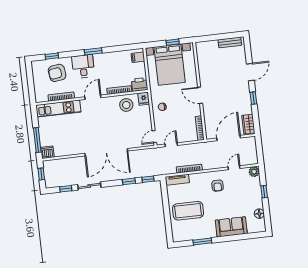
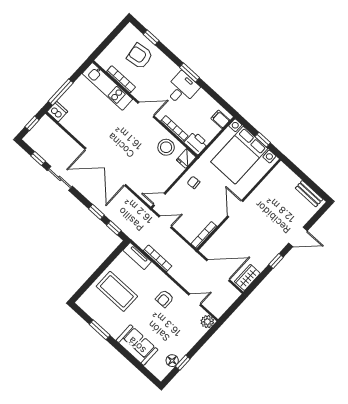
desk: (83, 66) -> (182, 89), moved
window: (264, 192) -> (183, 363), moved

